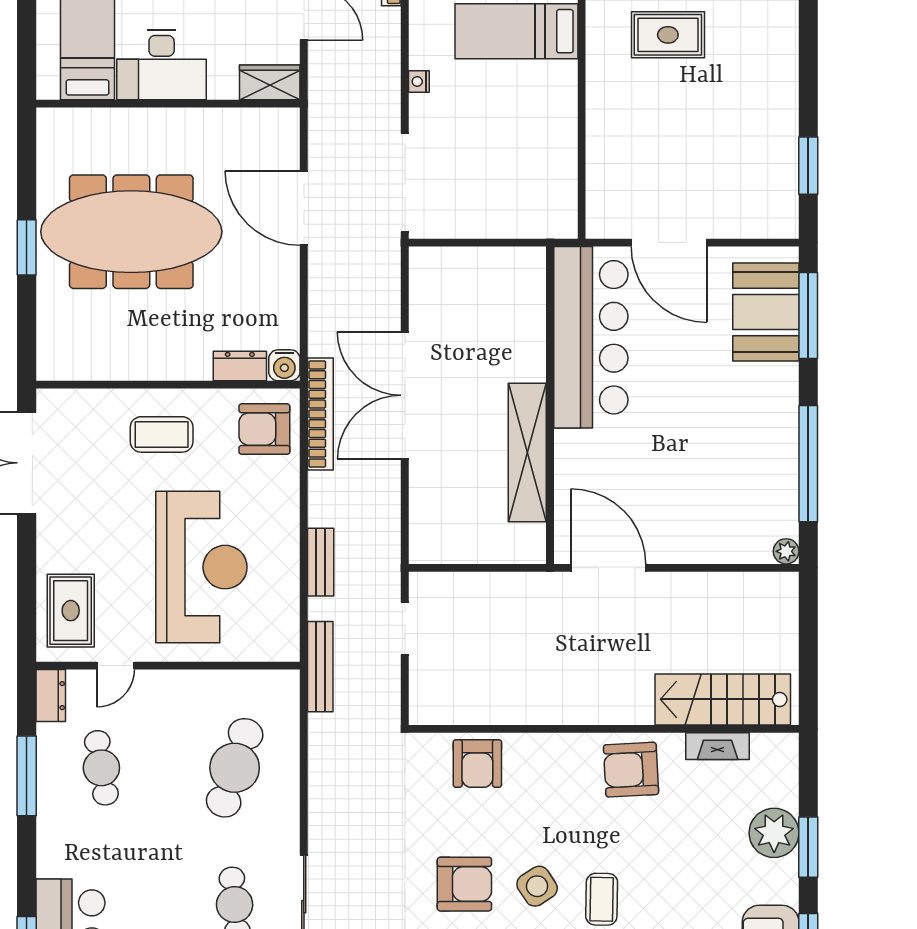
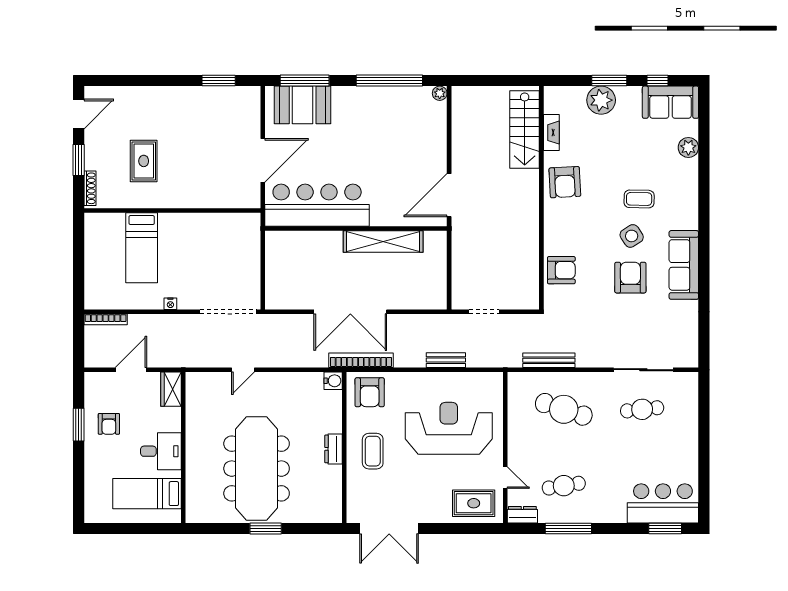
desk: (162, 65) -> (161, 451), width x0.73
door: (304, 208) -> (243, 370), width x0.53
dresser: (240, 366) -> (334, 449), moved
bench: (320, 667) -> (549, 360), moved

